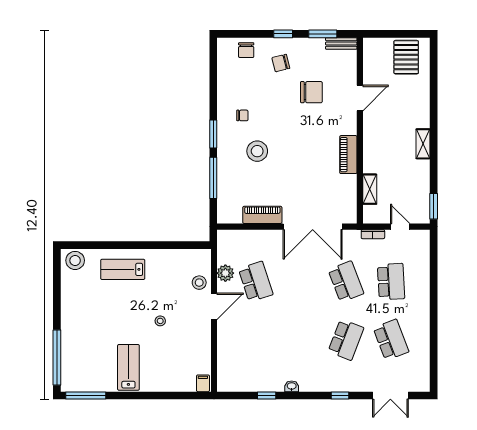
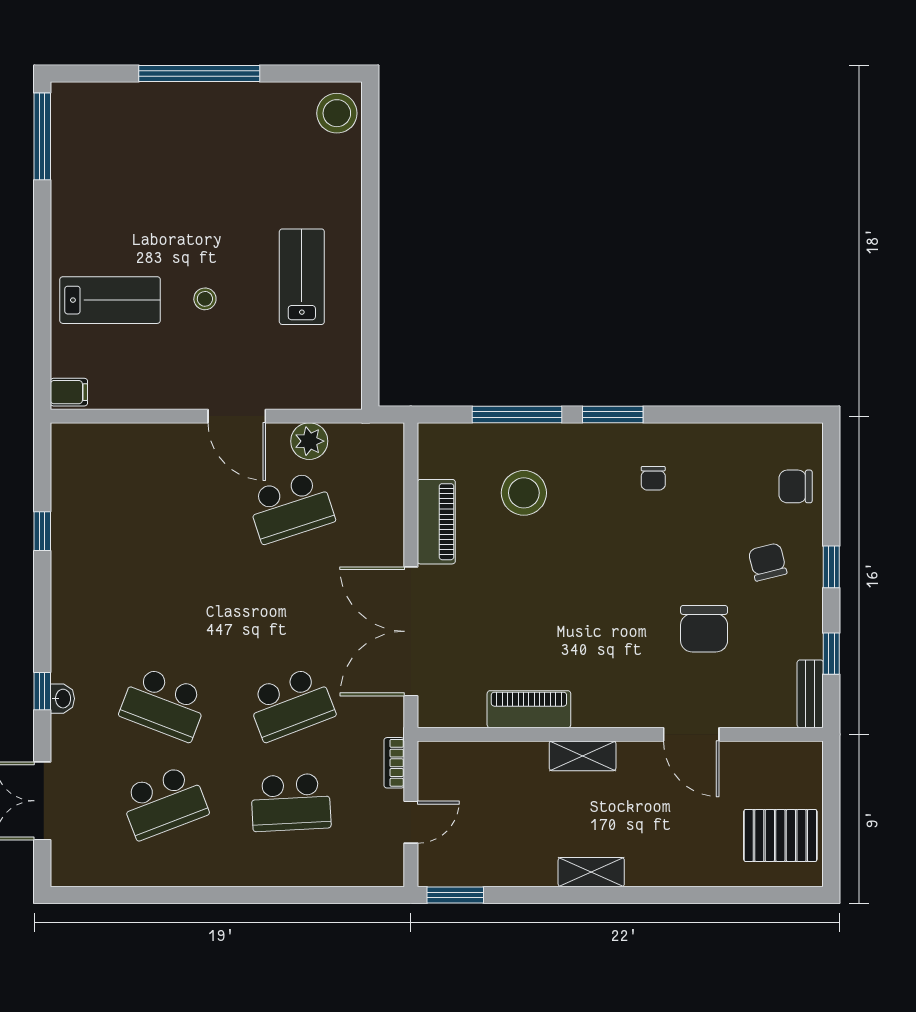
window: (323, 34) -> (831, 654), width x0.67
stool: (257, 151) -> (524, 493), moved
piano: (348, 155) -> (529, 709), moved
shelving: (370, 189) -> (583, 756), moved
lab bench: (123, 269) -> (302, 277), moved
stool: (199, 283) -> (289, 384), removed
window: (57, 357) -> (199, 74), moved
lab bench: (128, 367) -> (110, 300), moved
washbasin: (292, 386) -> (62, 699), moved

